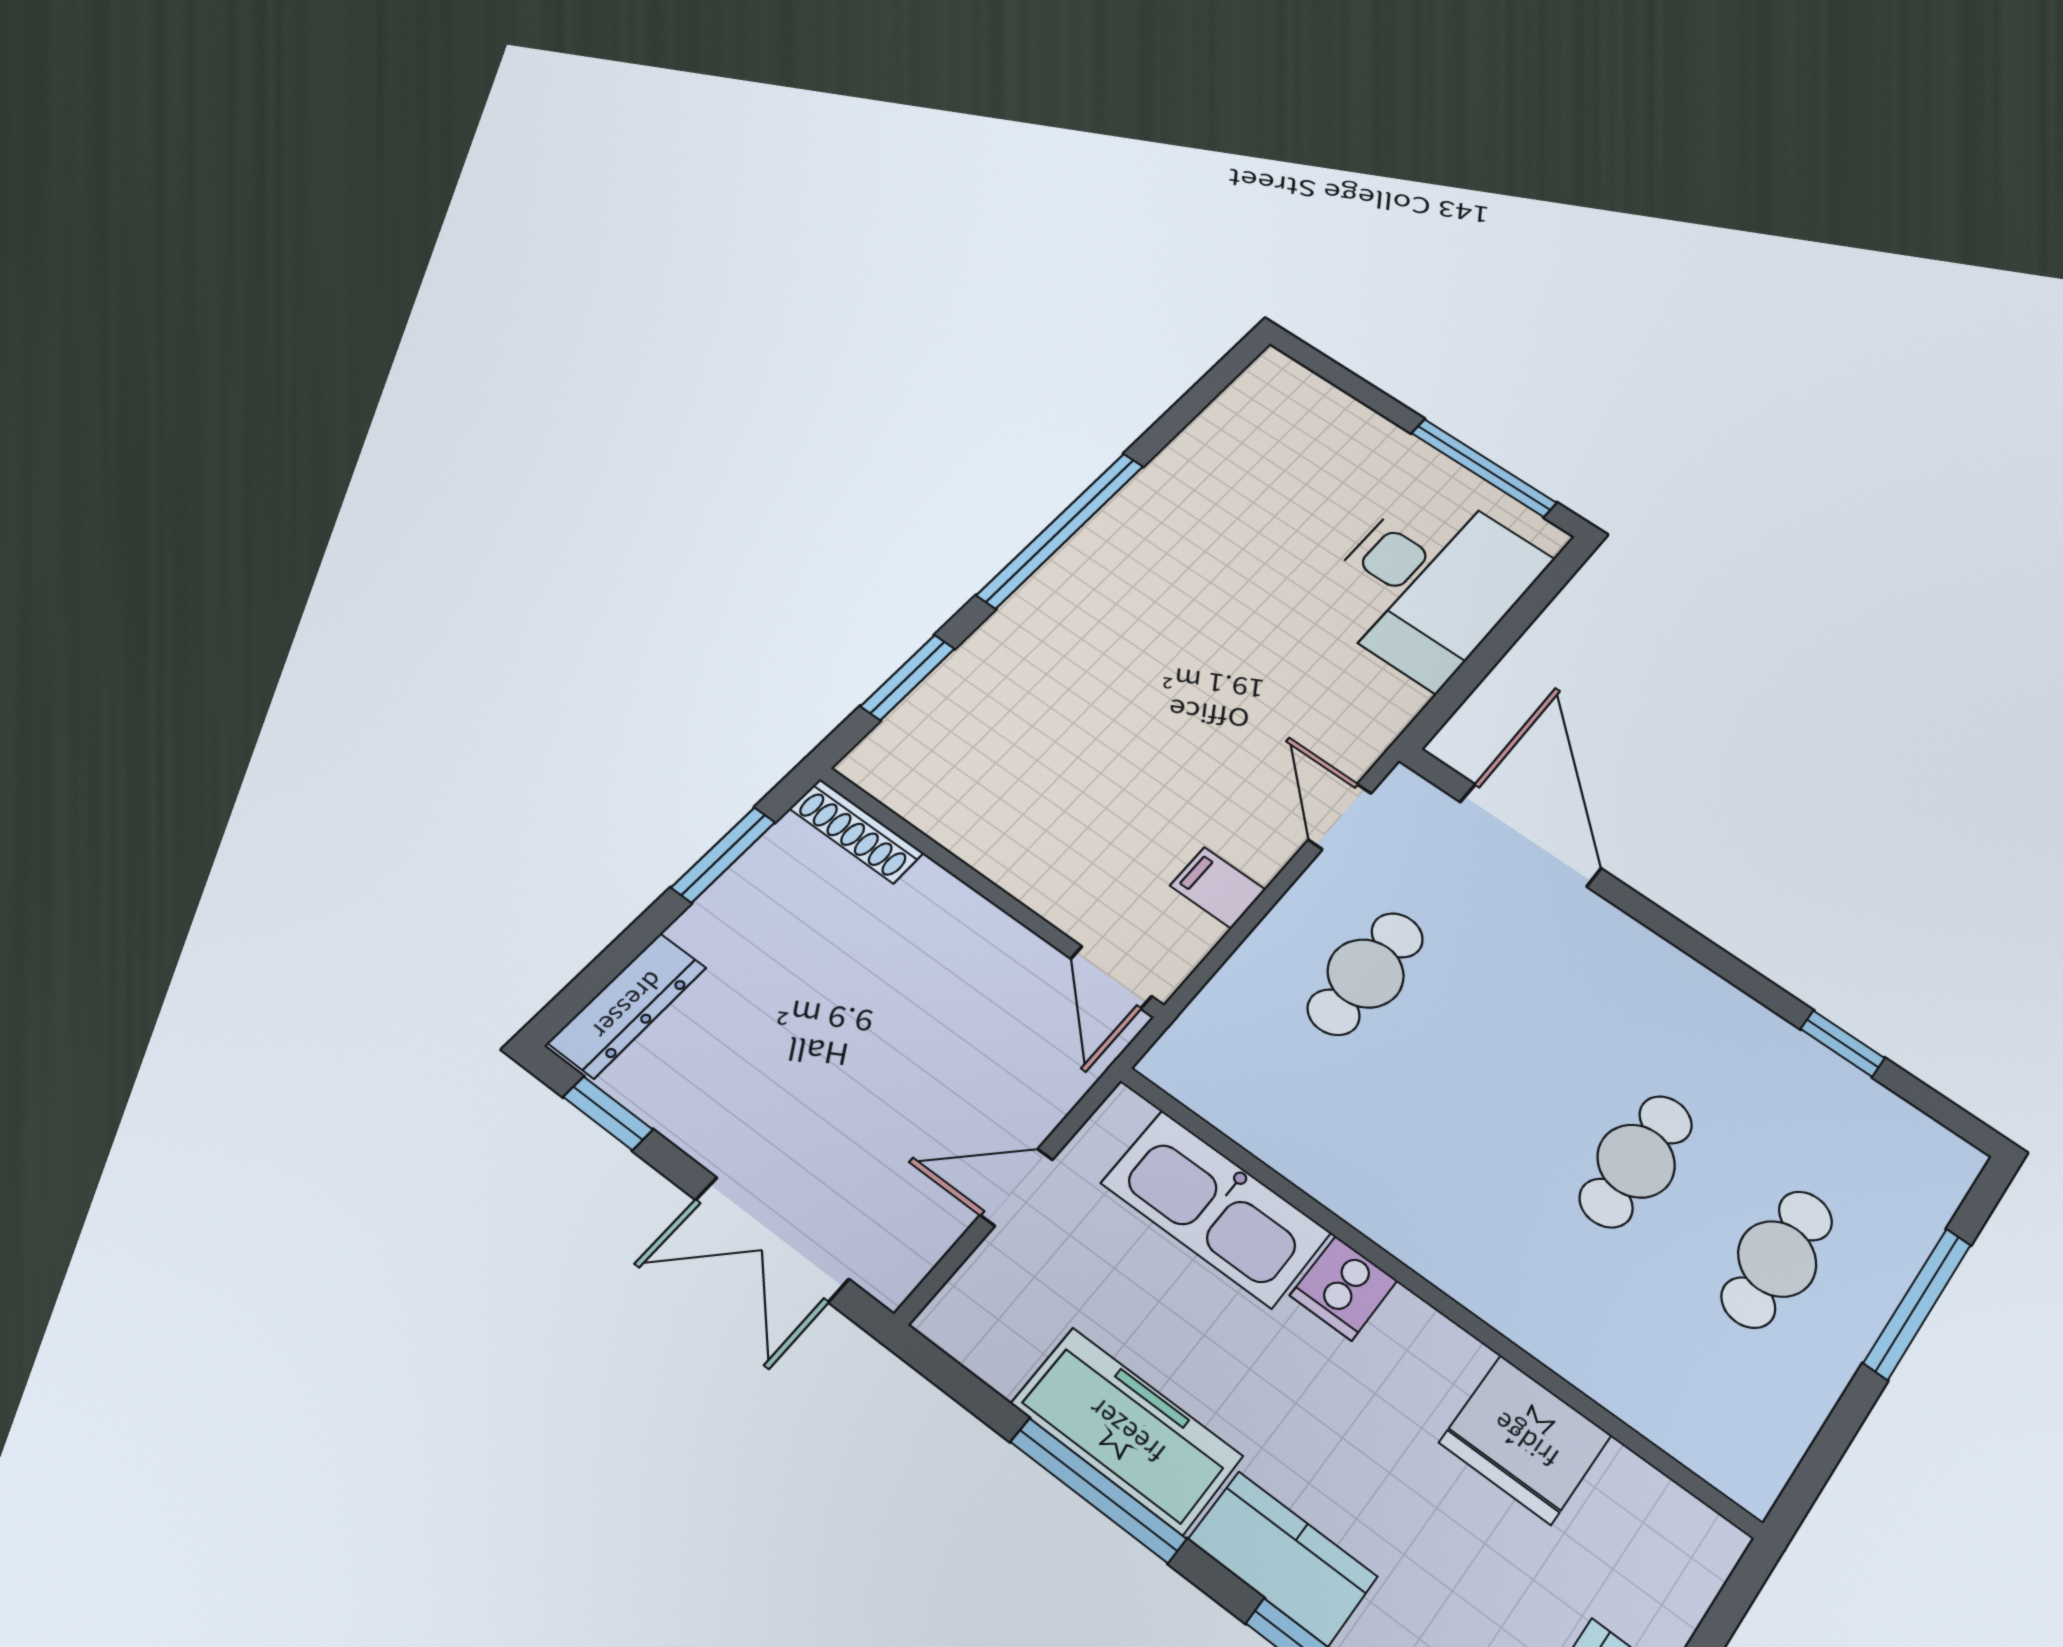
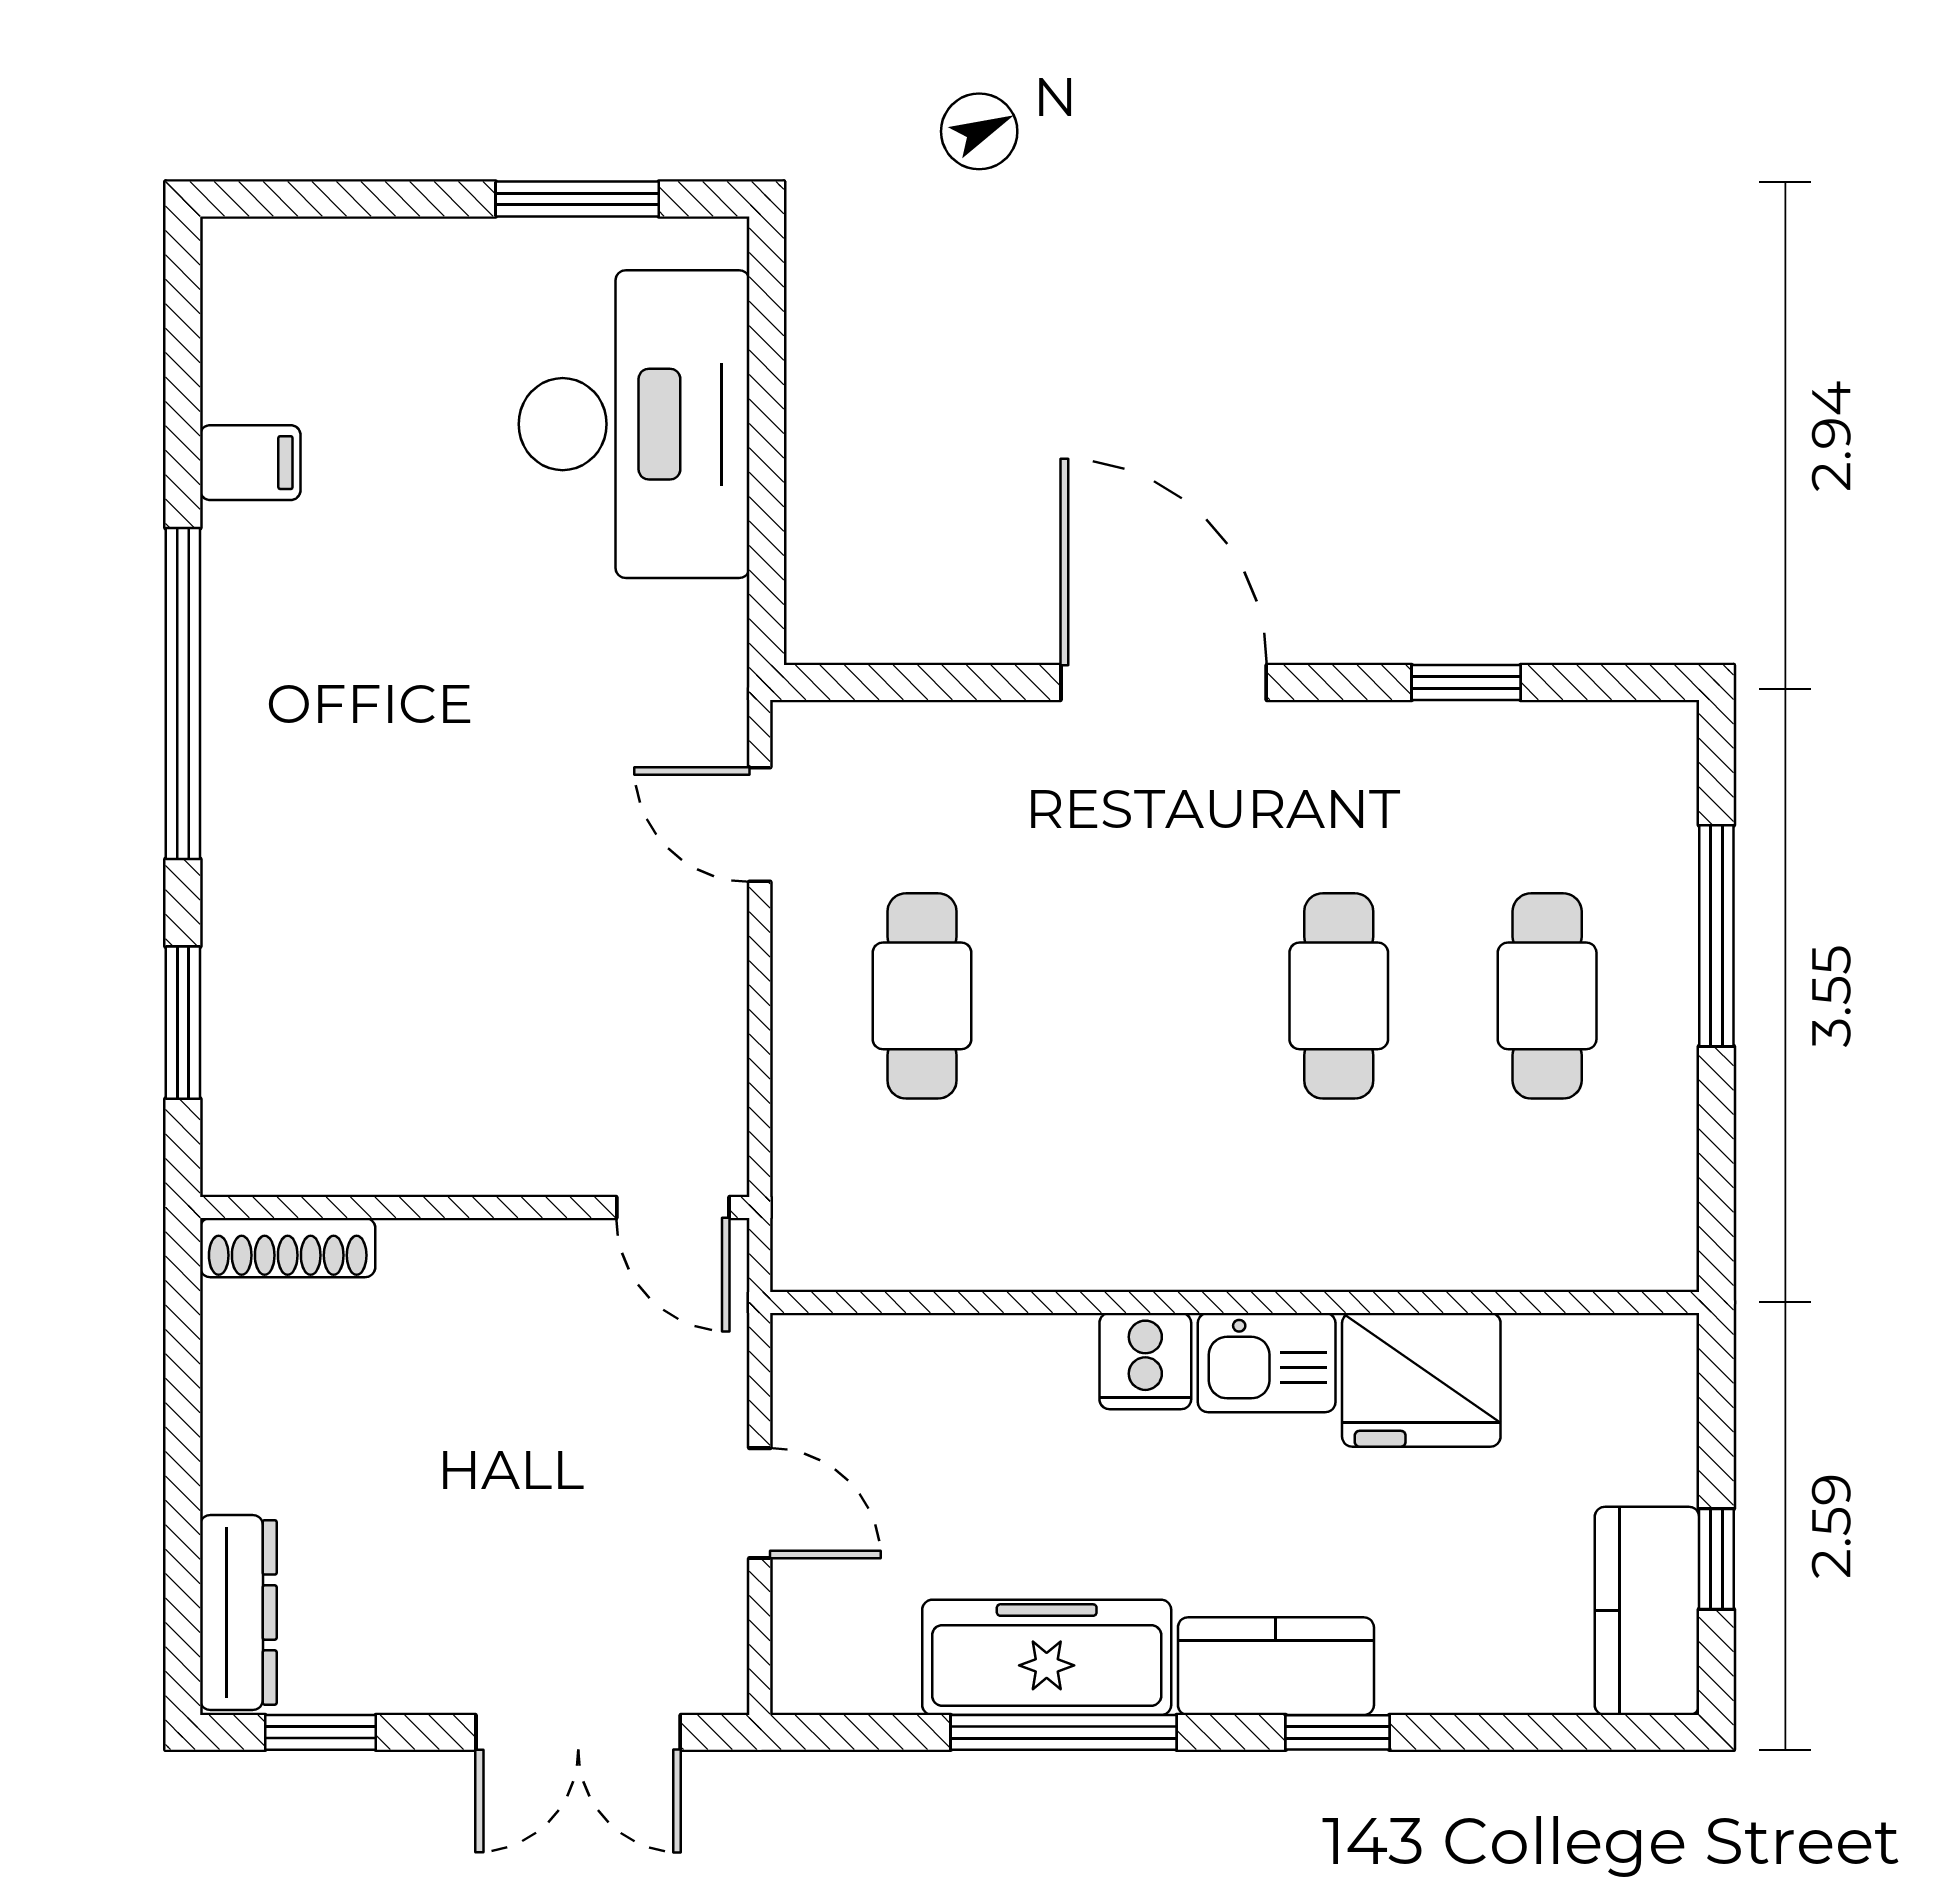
window: (1484, 468) -> (577, 199), width x0.69
door: (1530, 835) -> (1164, 683), moved
window: (723, 855) -> (183, 1381), removed
filing cabinet: (1218, 888) -> (250, 463), moved, turned 180
door: (1017, 1187) -> (760, 1503), swing flipped
kitchen sink: (1216, 1208) -> (1267, 1363), moved, width x0.53, depth x0.81

